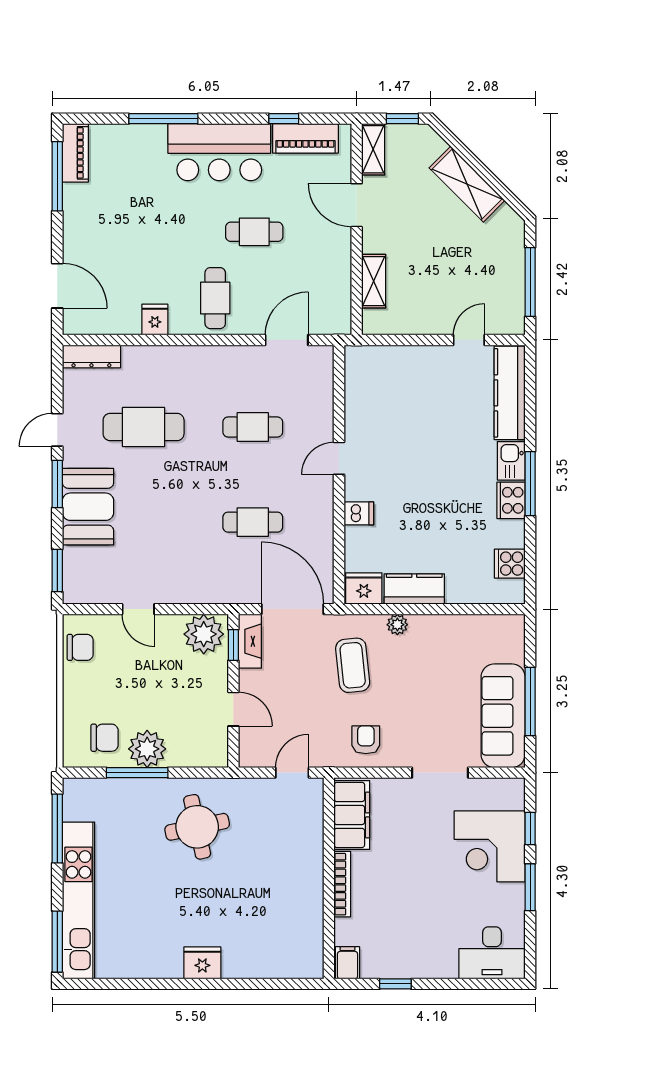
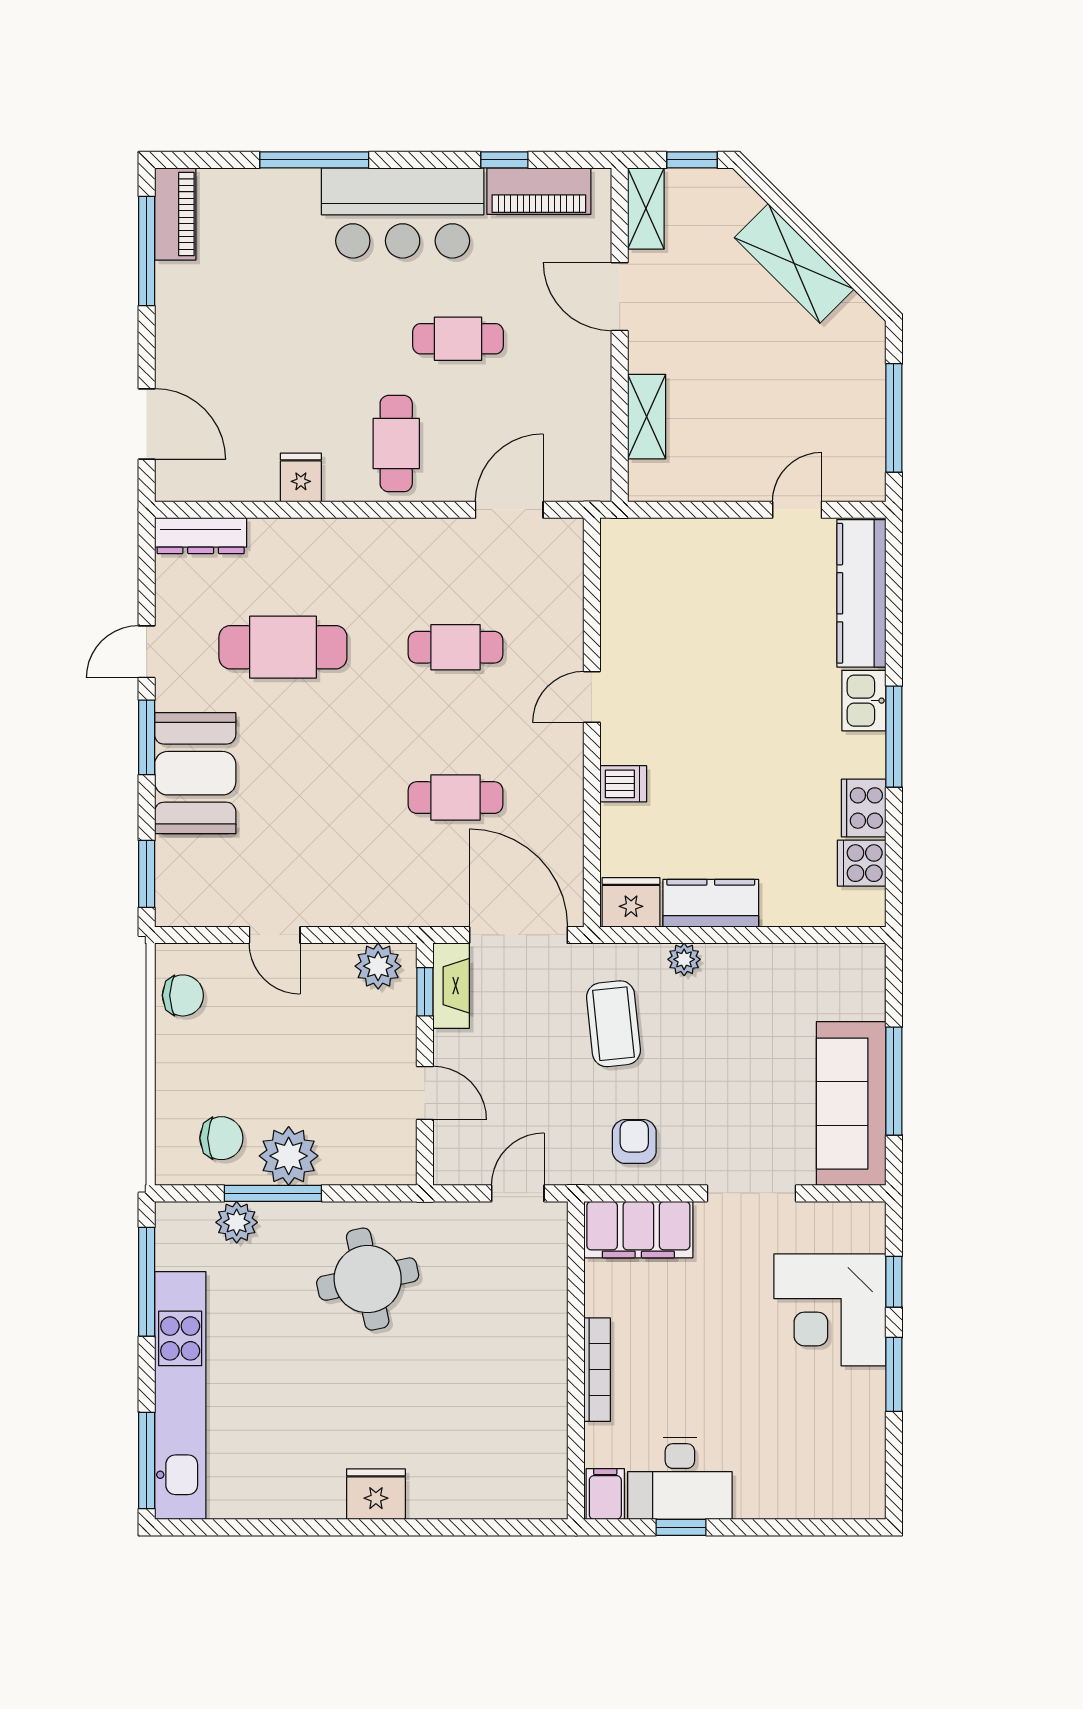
cooker: (511, 500) -> (864, 808), moved
plant: (204, 634) -> (378, 966), width x0.73, depth x0.73
plant: (114, 791) -> (237, 1222), added
filing cabinet: (352, 815) -> (638, 1230), moved, turned 90
desk: (492, 953) -> (680, 1478), moved

